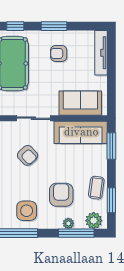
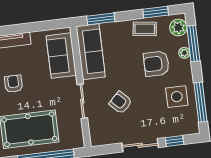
armchair: (59, 53) -> (13, 84), turned 180
armchair: (28, 155) -> (121, 103), turned -92

